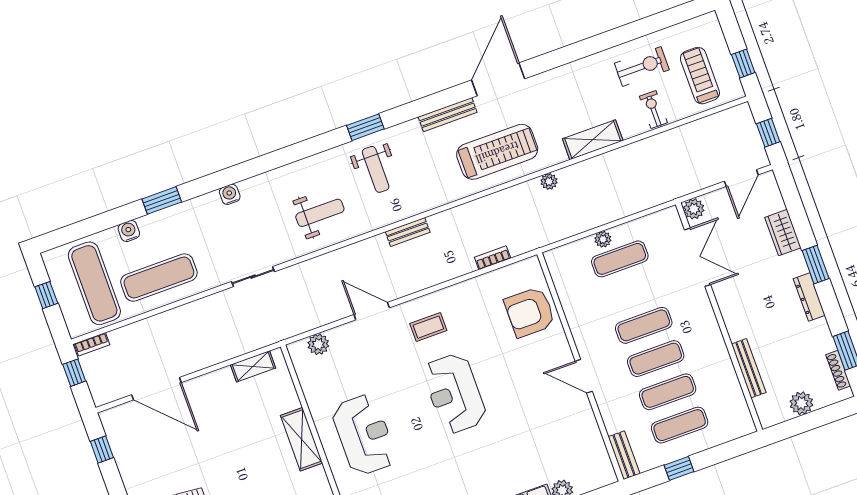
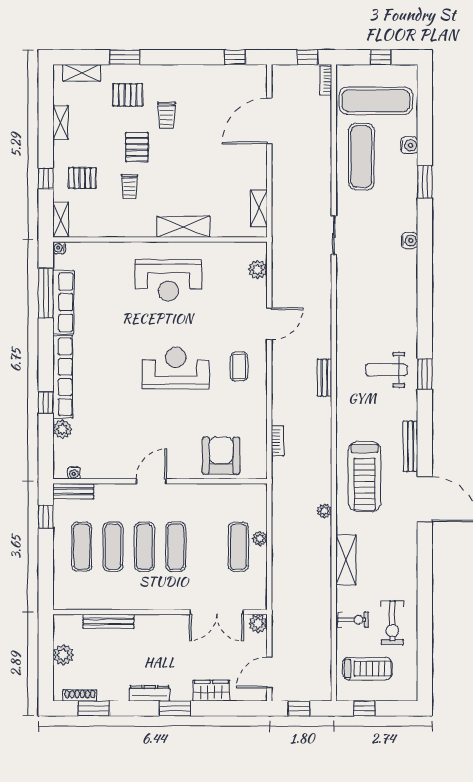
door: (741, 178) -> (269, 672), hinge flipped
weight bench: (320, 213) -> (367, 310), removed
water cooler: (604, 462) -> (74, 473), added
window: (679, 468) -> (46, 517), moved

